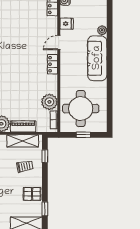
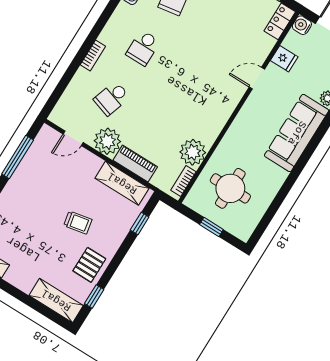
locker: (53, 64) -> (230, 103), removed
round table: (81, 109) -> (230, 188), width x0.73, depth x0.73
trolley: (25, 166) -> (78, 222), moved
pallet: (32, 194) -> (89, 265), turned 90

